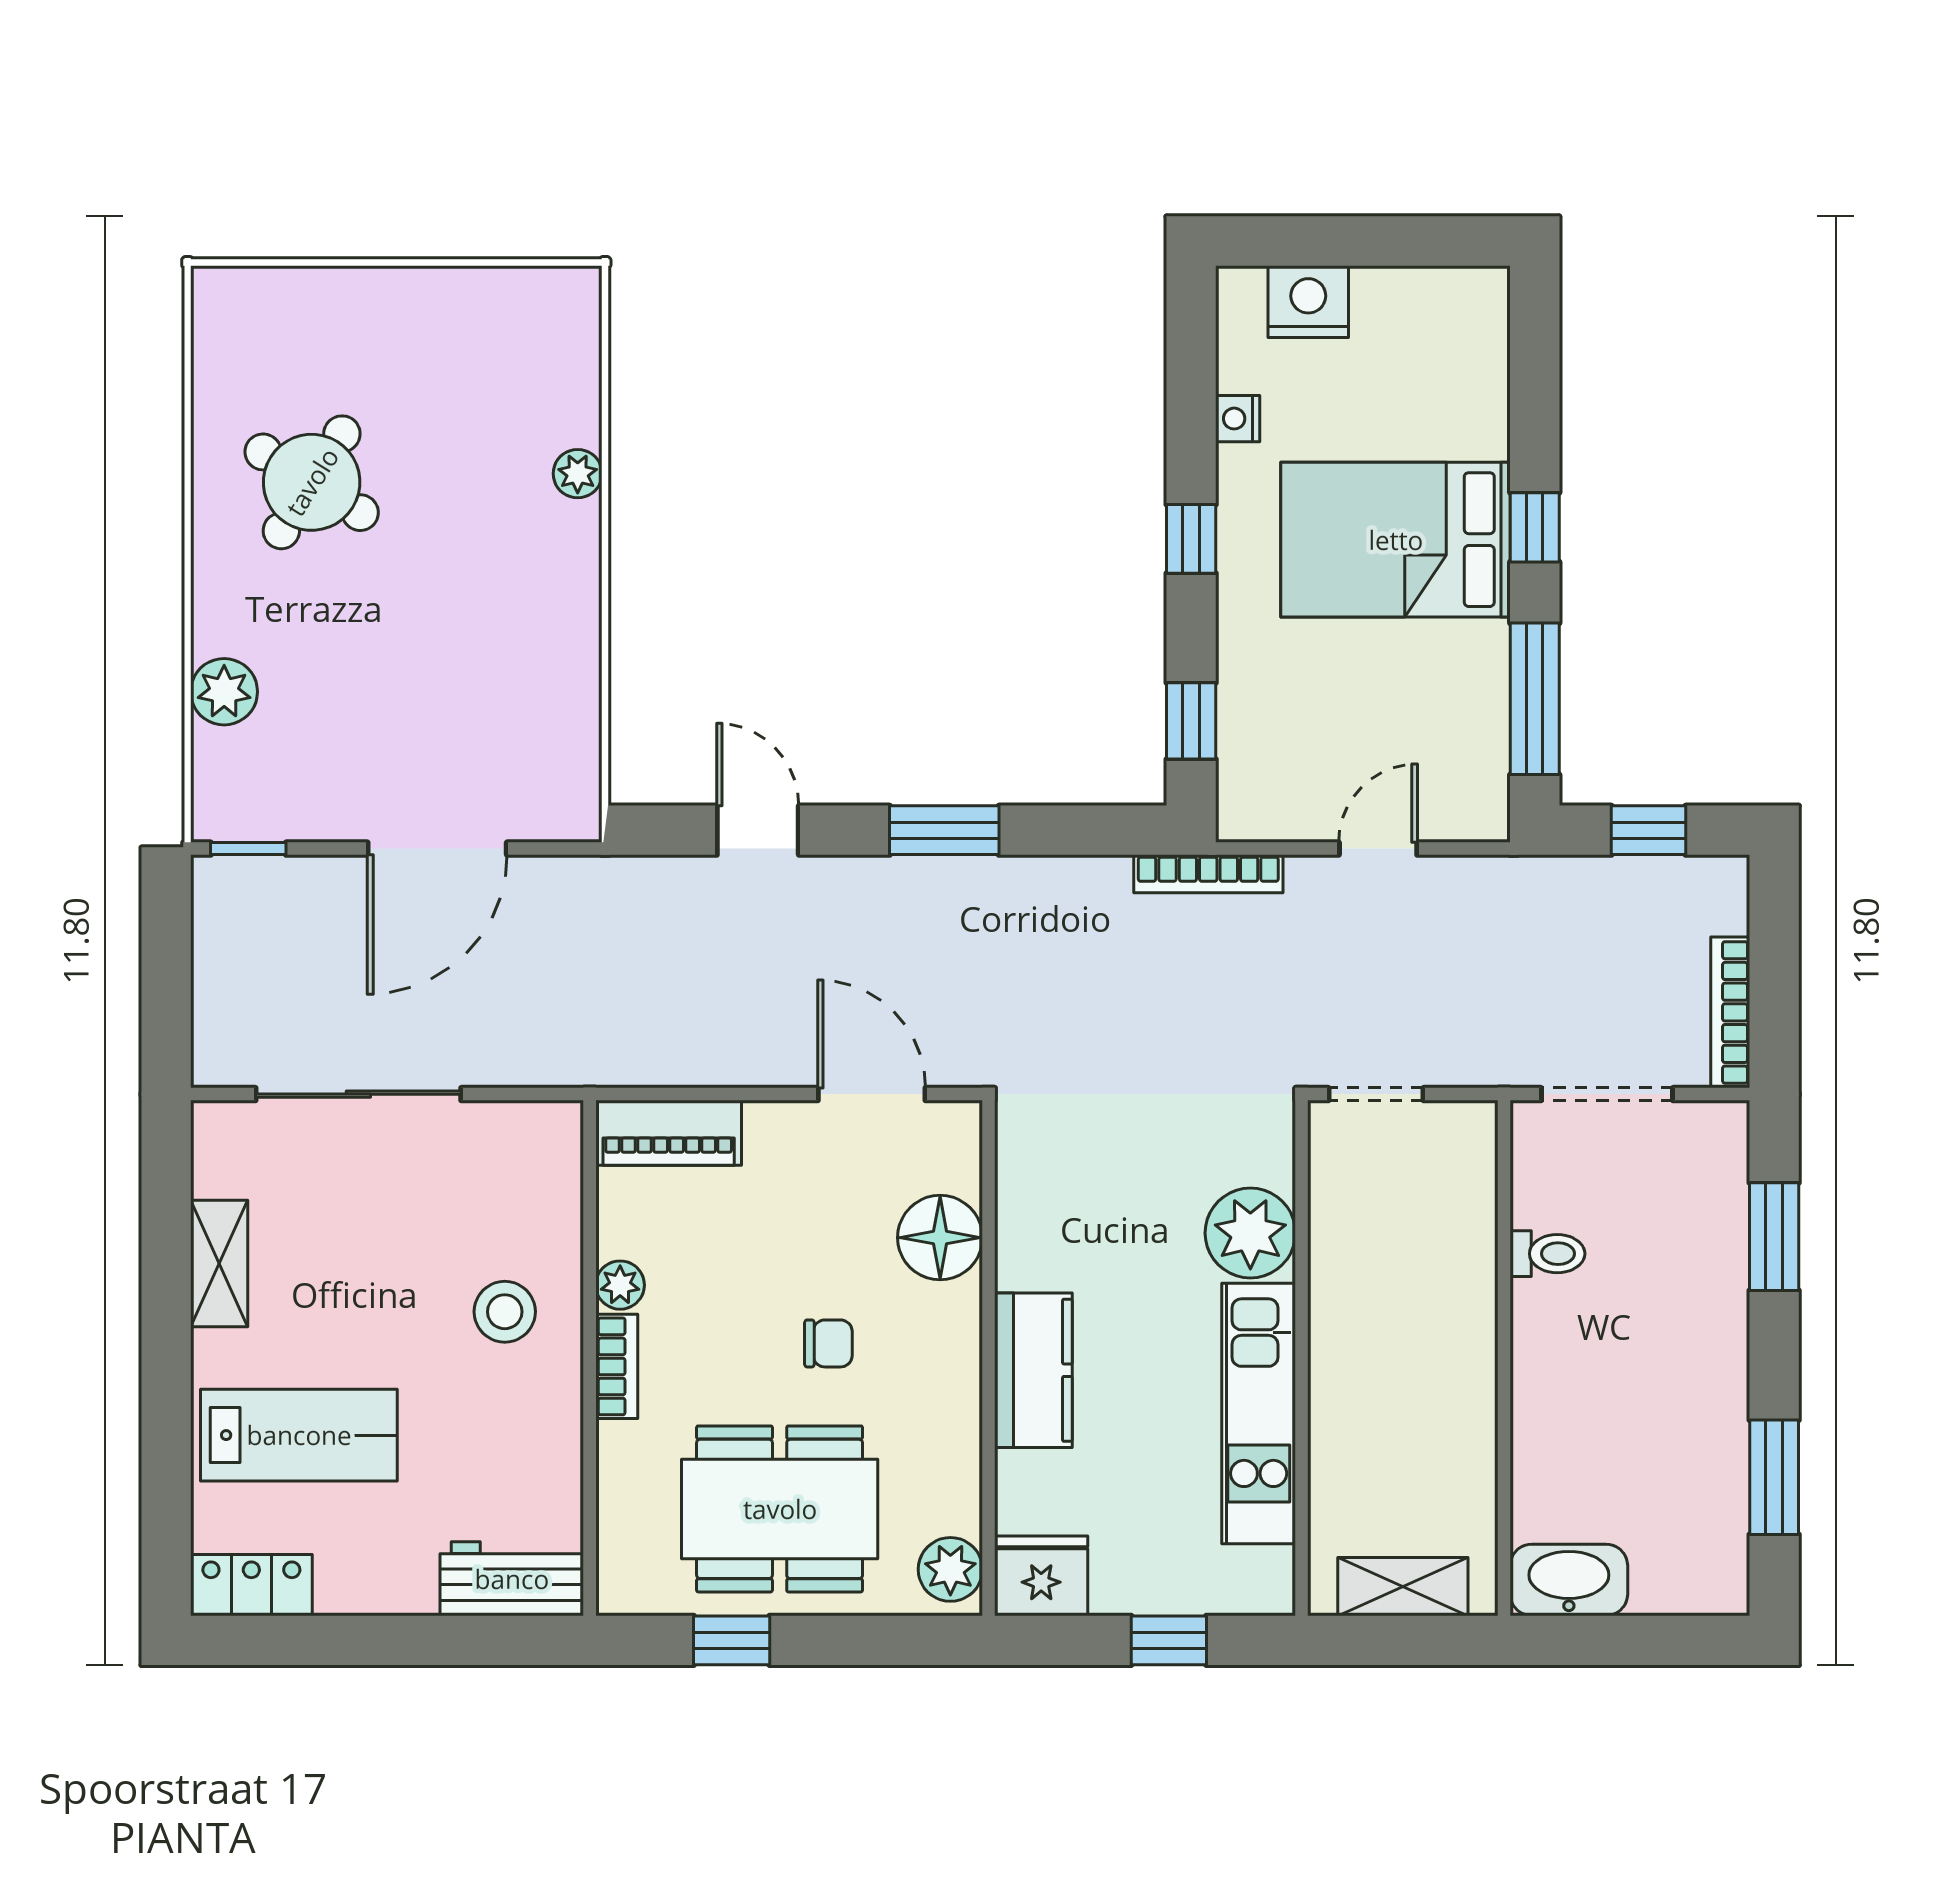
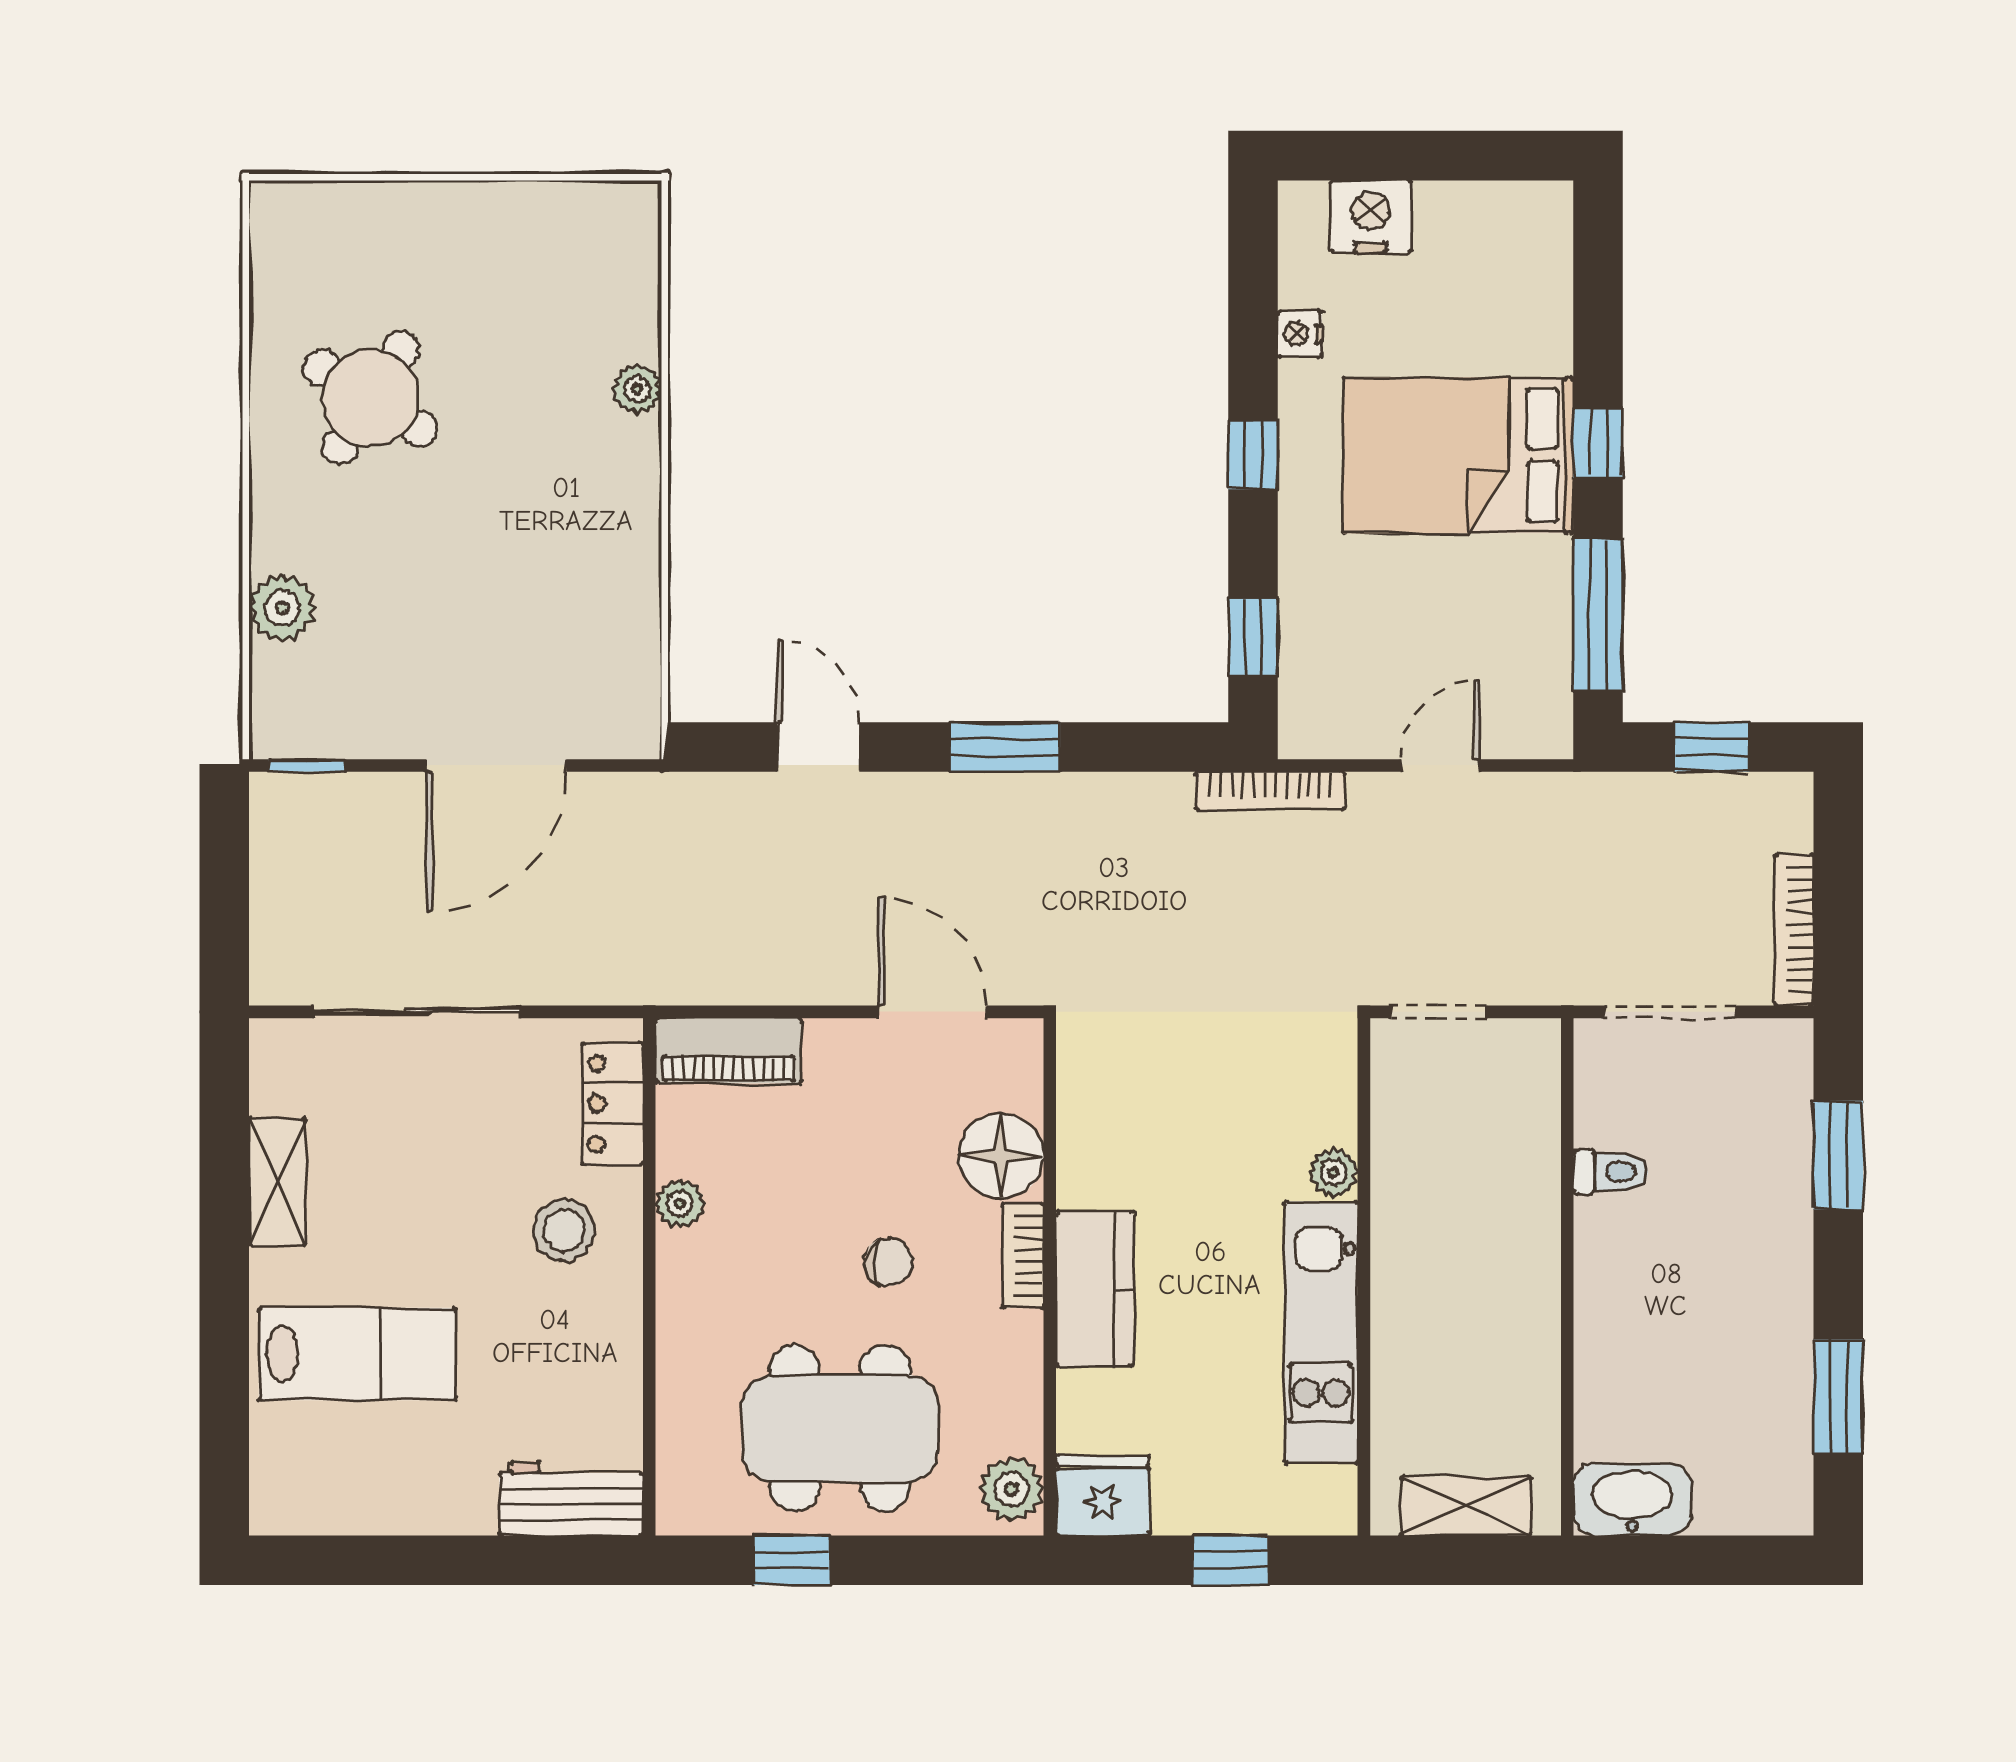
plant: (1250, 1233) -> (1334, 1172), width x0.53, depth x0.53
bookcase: (617, 1366) -> (1023, 1256), moved, turned 180
locker: (251, 1585) -> (612, 1104), moved, turned -90

